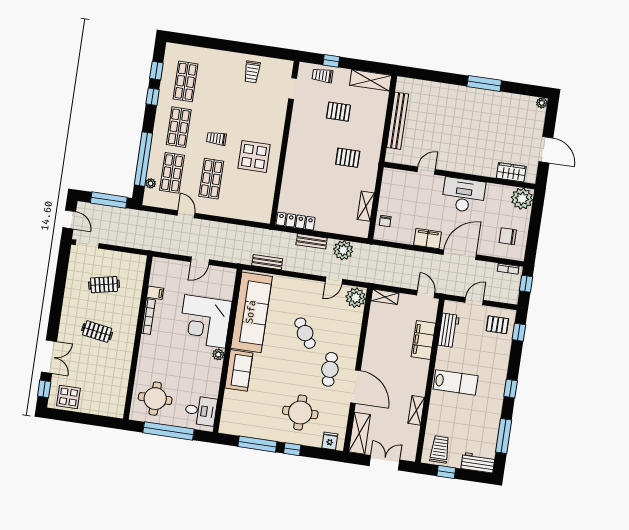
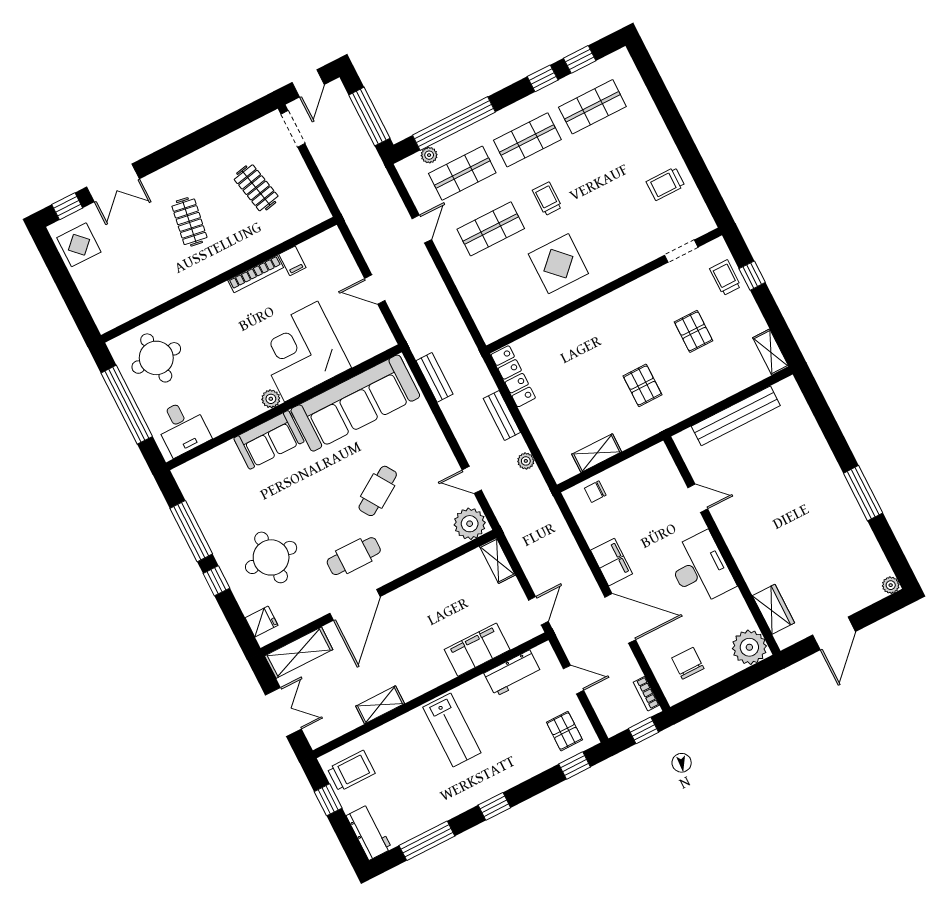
shelving: (371, 80) -> (771, 352), width x0.67, depth x0.75
plant: (343, 250) -> (526, 461), width x0.53, depth x0.53

